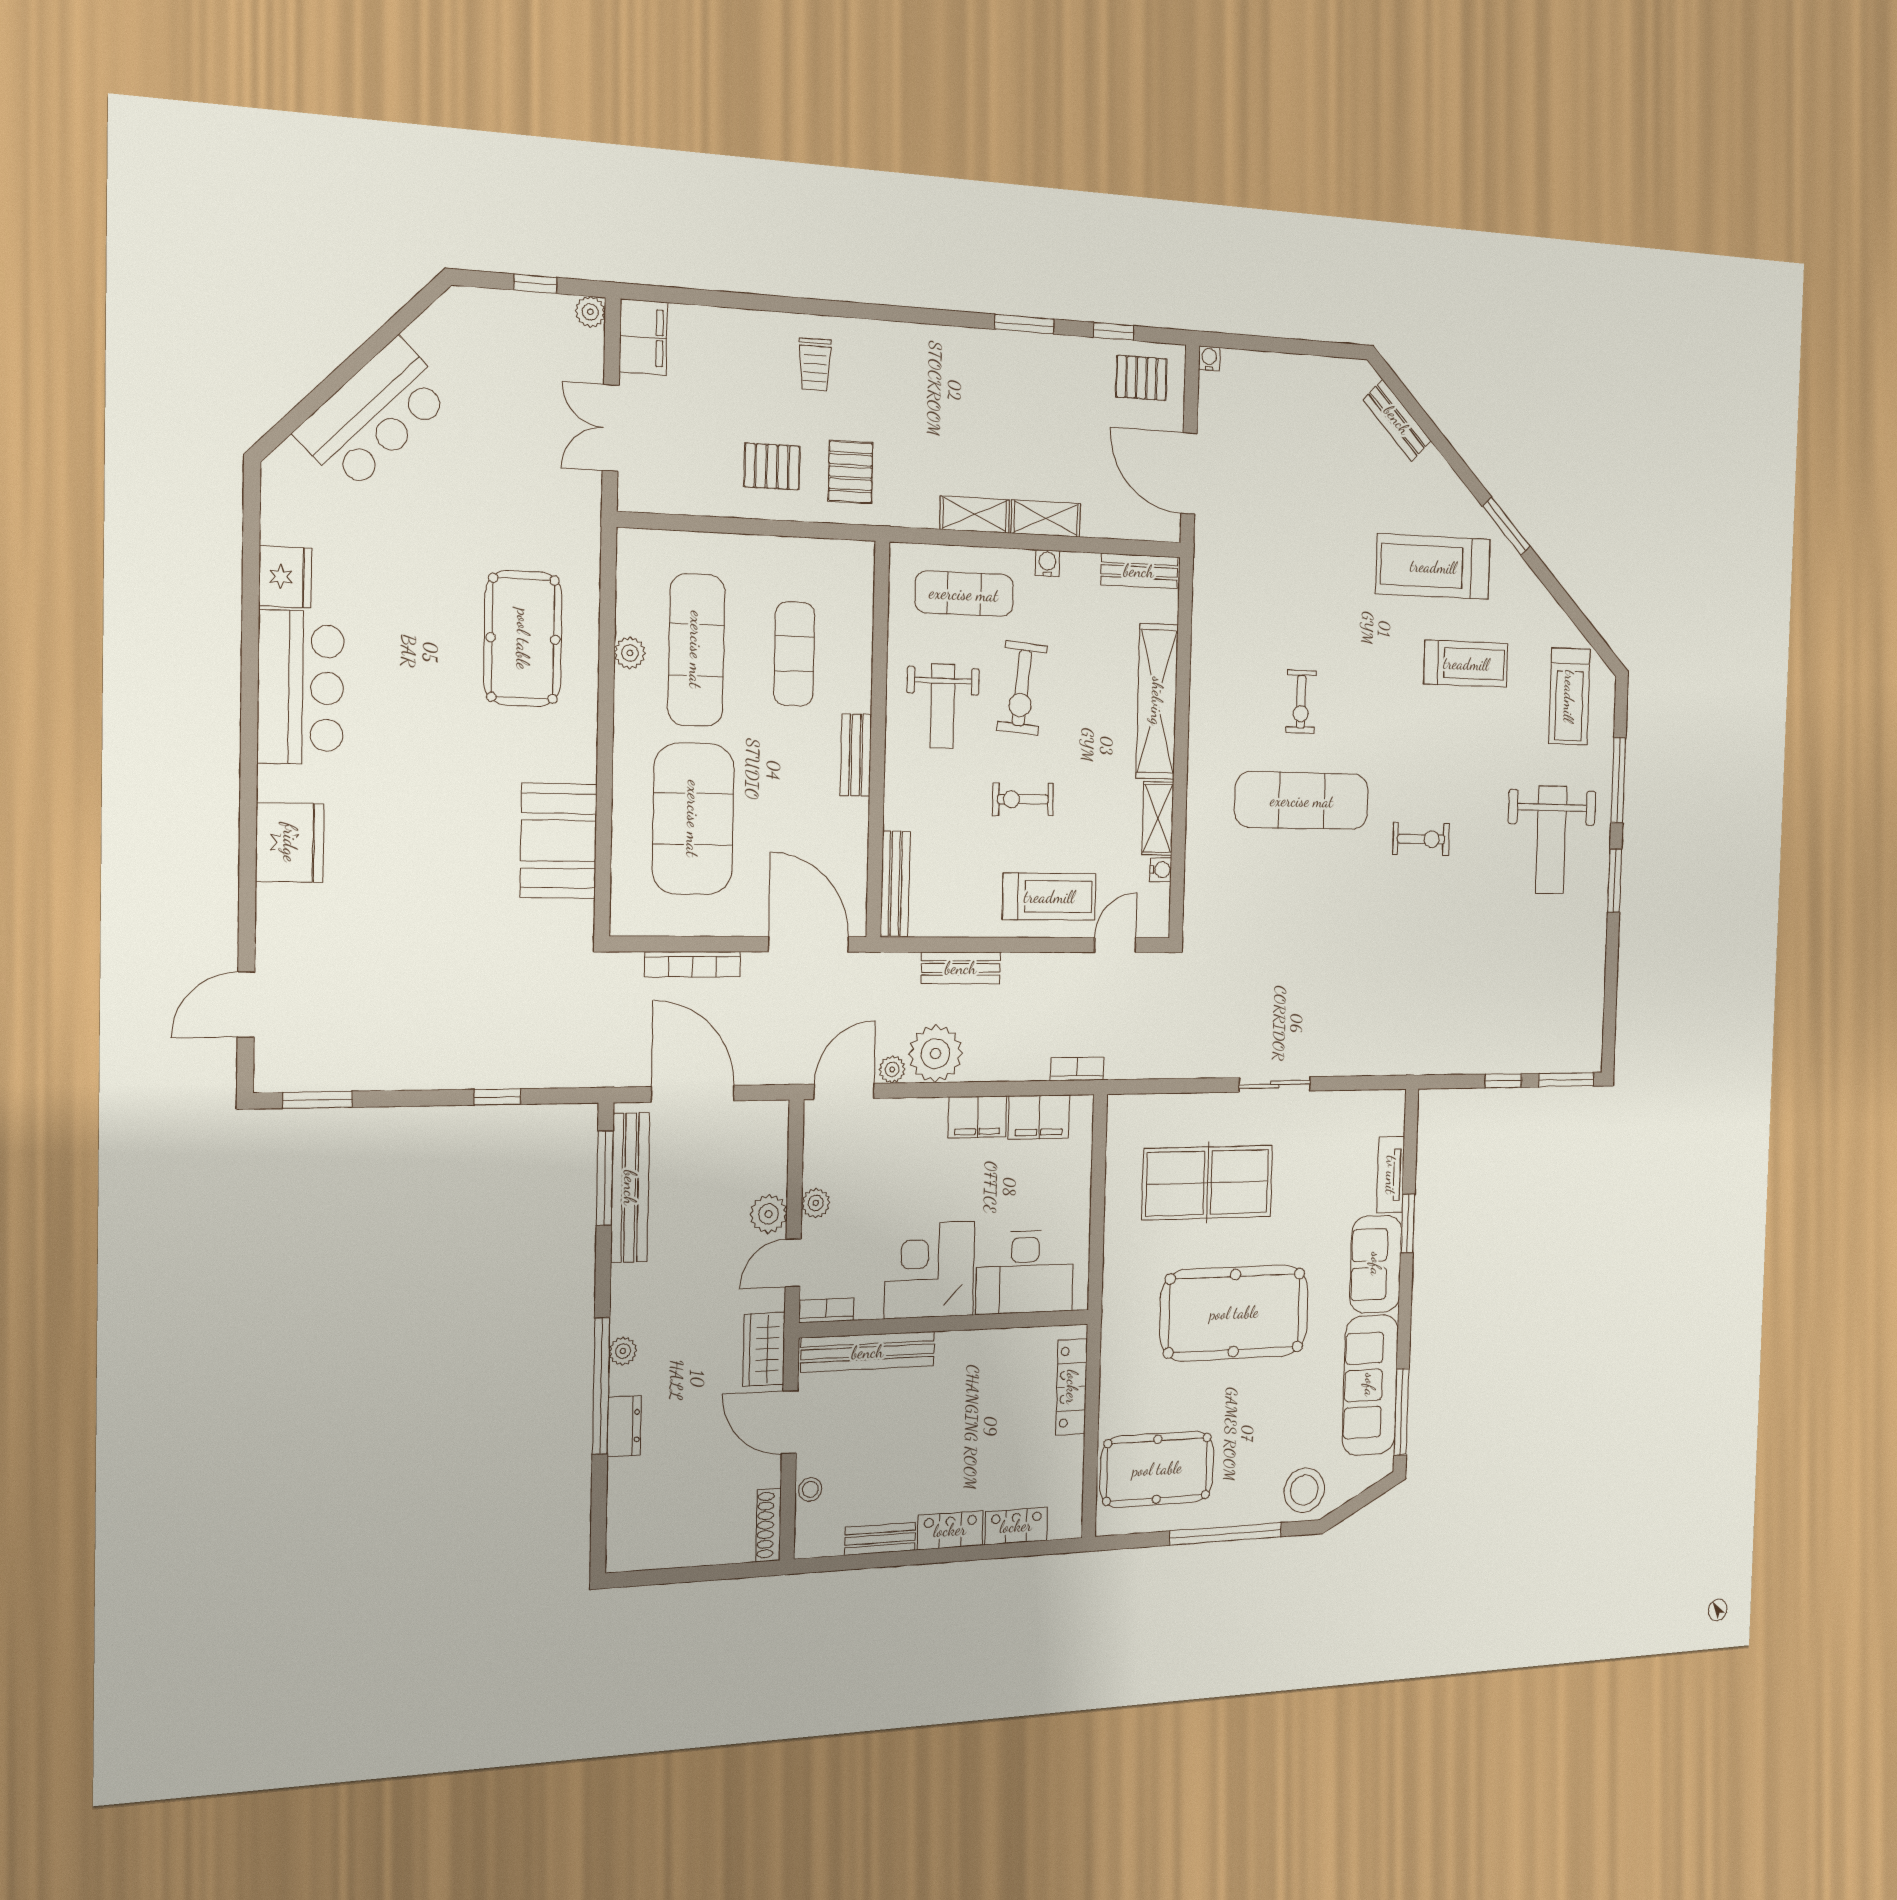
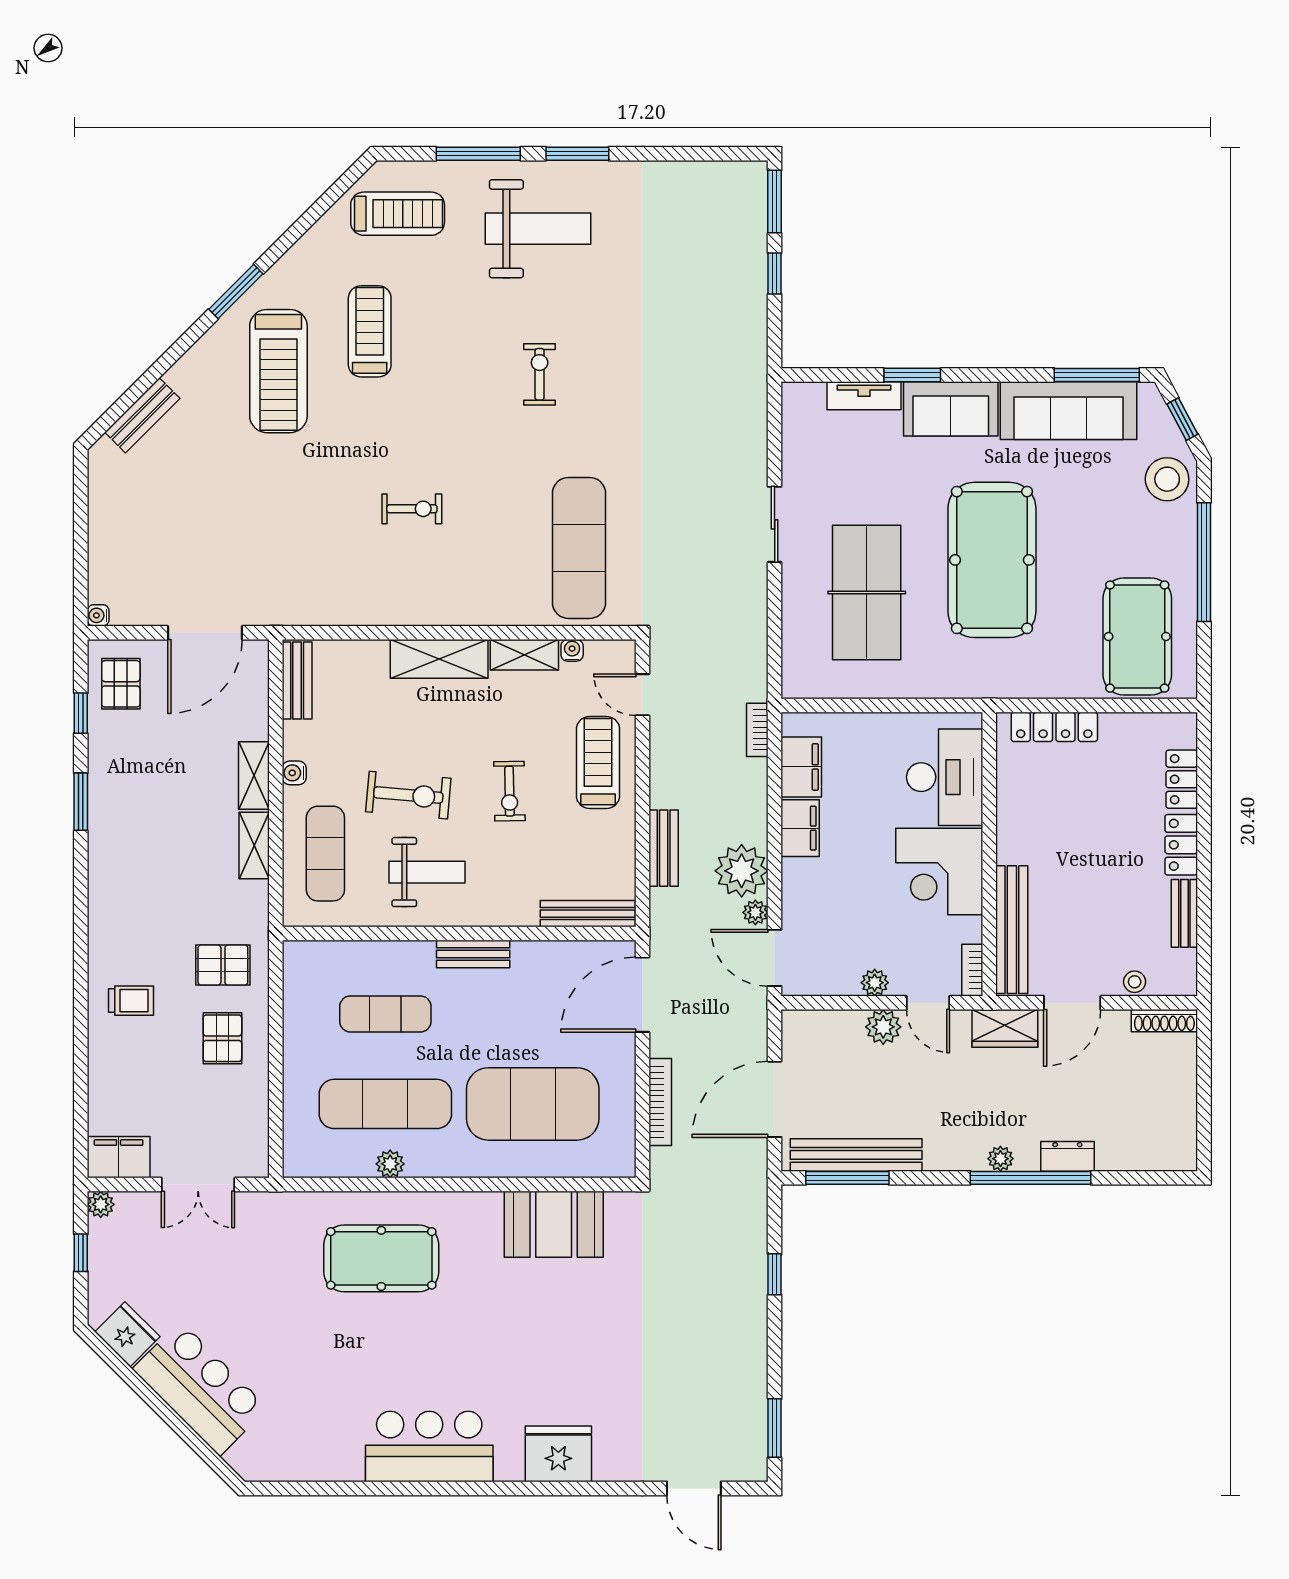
fridge: (285, 577) -> (127, 1334), moved, turned 45
shelving: (1157, 701) -> (439, 659), width x0.68
exercise mat: (1302, 801) -> (579, 548), moved
window: (1359, 1502) -> (1182, 419), added

